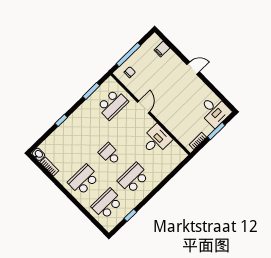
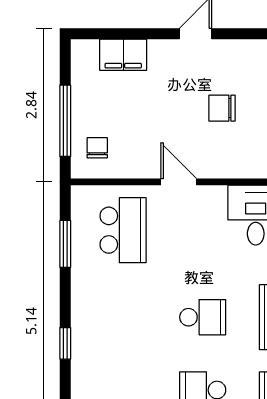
filing cabinet: (162, 49) -> (123, 55), width x2.00
chair: (179, 98) -> (222, 108), added
school desk: (110, 154) -> (203, 317), turned 180

